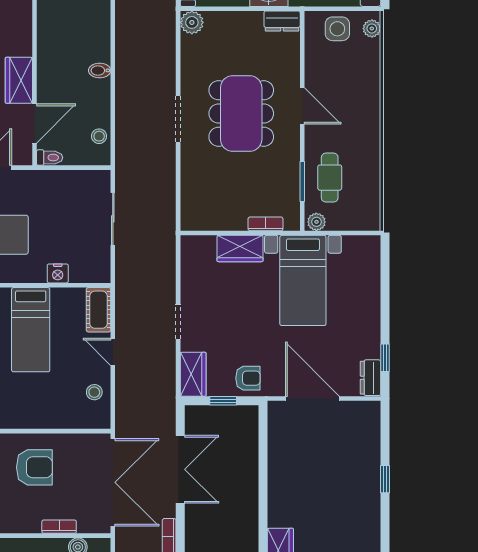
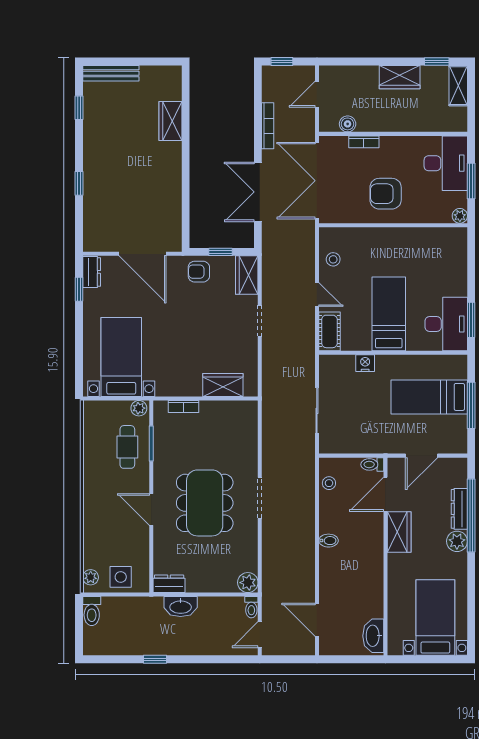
wardrobe: (240, 248) -> (223, 385), moved
bed with nightstands: (303, 280) -> (121, 357), moved

